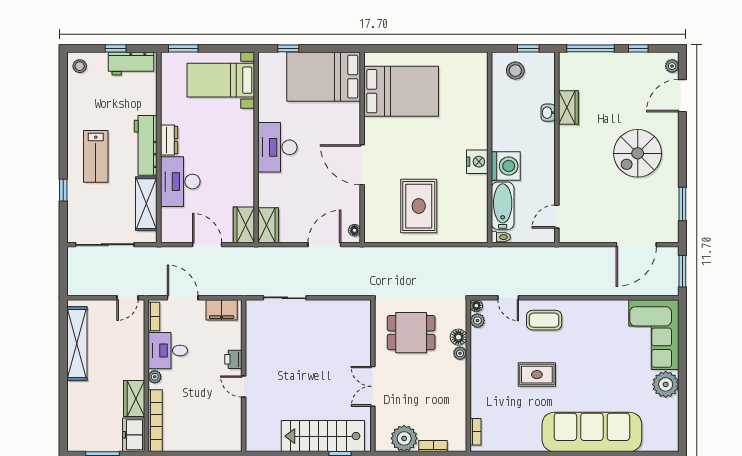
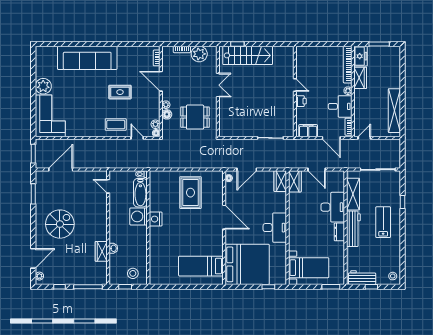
bed: (324, 77) -> (247, 264), width x1.36
bed: (401, 91) -> (201, 266), width x0.67
door: (557, 217) -> (108, 186), swing flipped
door: (468, 393) -> (161, 81), added

